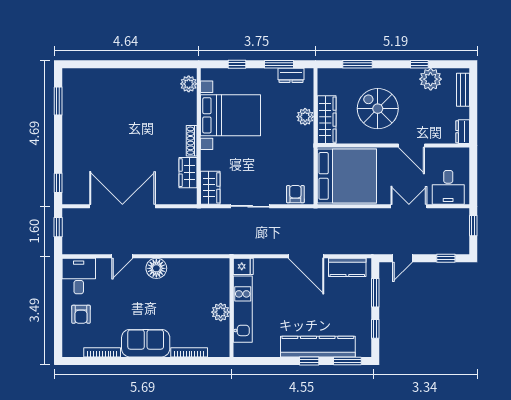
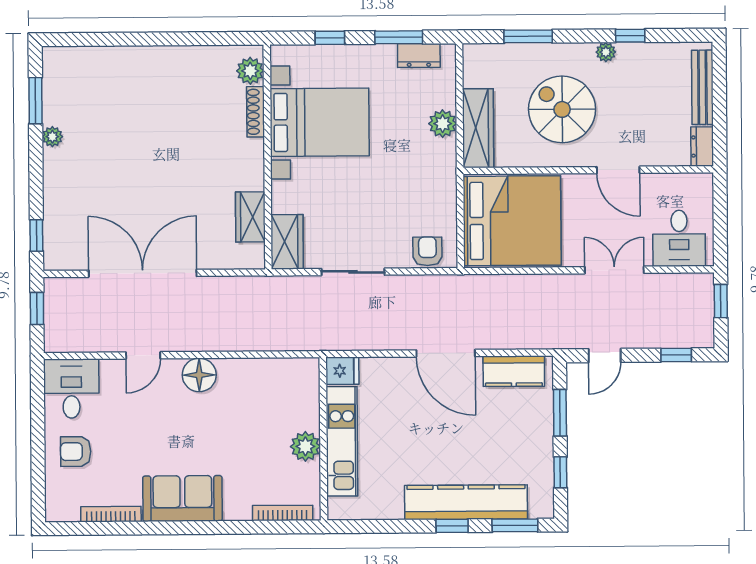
plant: (431, 79) -> (606, 52), moved, width x0.53, depth x0.53
bench: (463, 90) -> (702, 87), width x1.36
plant: (68, 123) -> (52, 137), added
shoe rack: (192, 141) -> (256, 112), moved
armchair: (81, 314) -> (76, 452), turned 90
bookcase: (189, 352) -> (283, 513), moved

